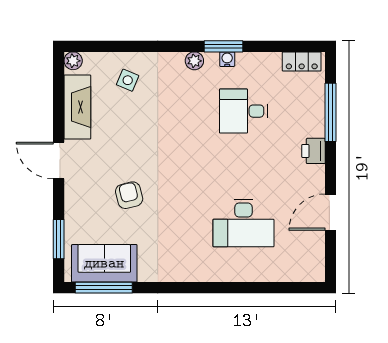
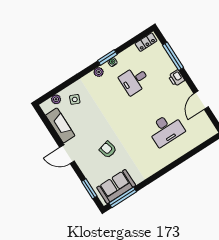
plant: (73, 61) -> (56, 99), moved

